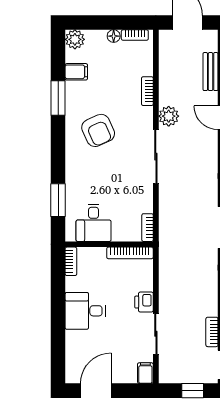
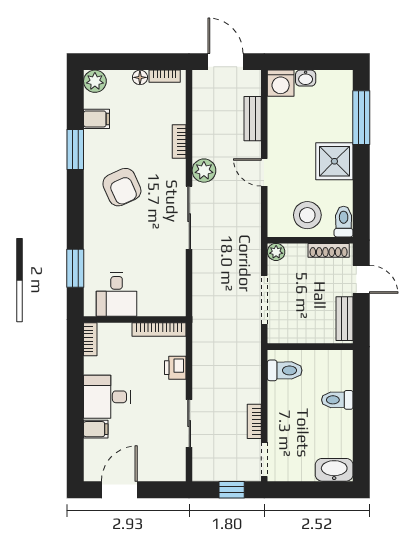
bookcase: (148, 228) -> (179, 300), removed
printer: (144, 302) -> (175, 368), moved
filing cabinet: (145, 373) -> (96, 429), moved, turned 90

